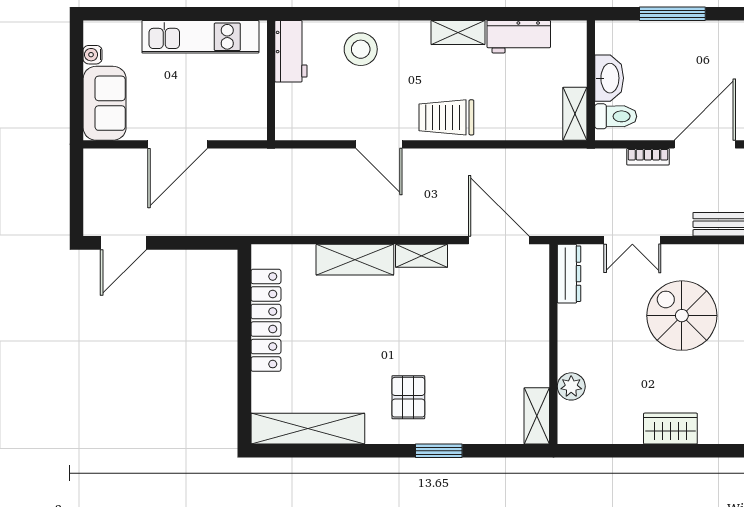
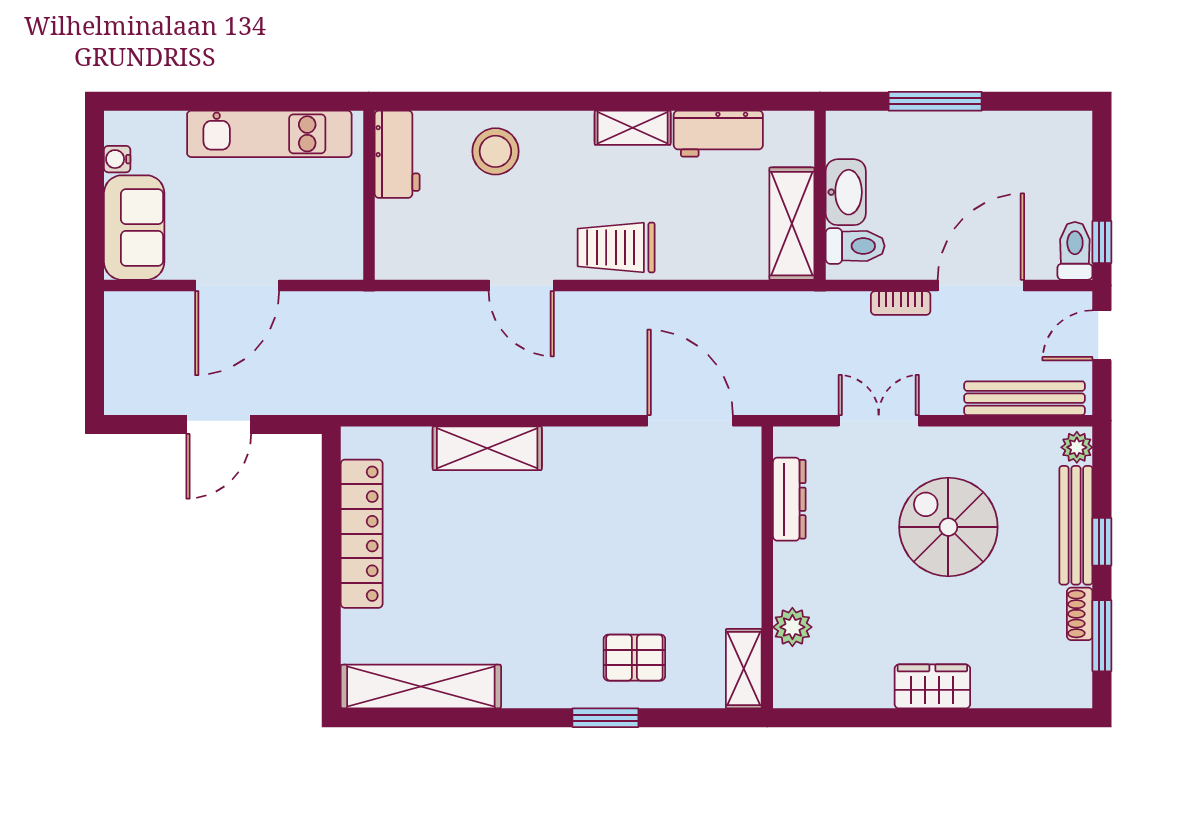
shelving: (575, 114) -> (792, 224), width x1.50, depth x1.33
double door: (632, 240) -> (879, 421), swing flipped
door: (123, 243) -> (219, 425), moved
shelving: (422, 256) -> (581, 443), removed
dresser: (569, 274) -> (789, 499), moved
pallet: (408, 397) -> (634, 658), moved, turned 90

